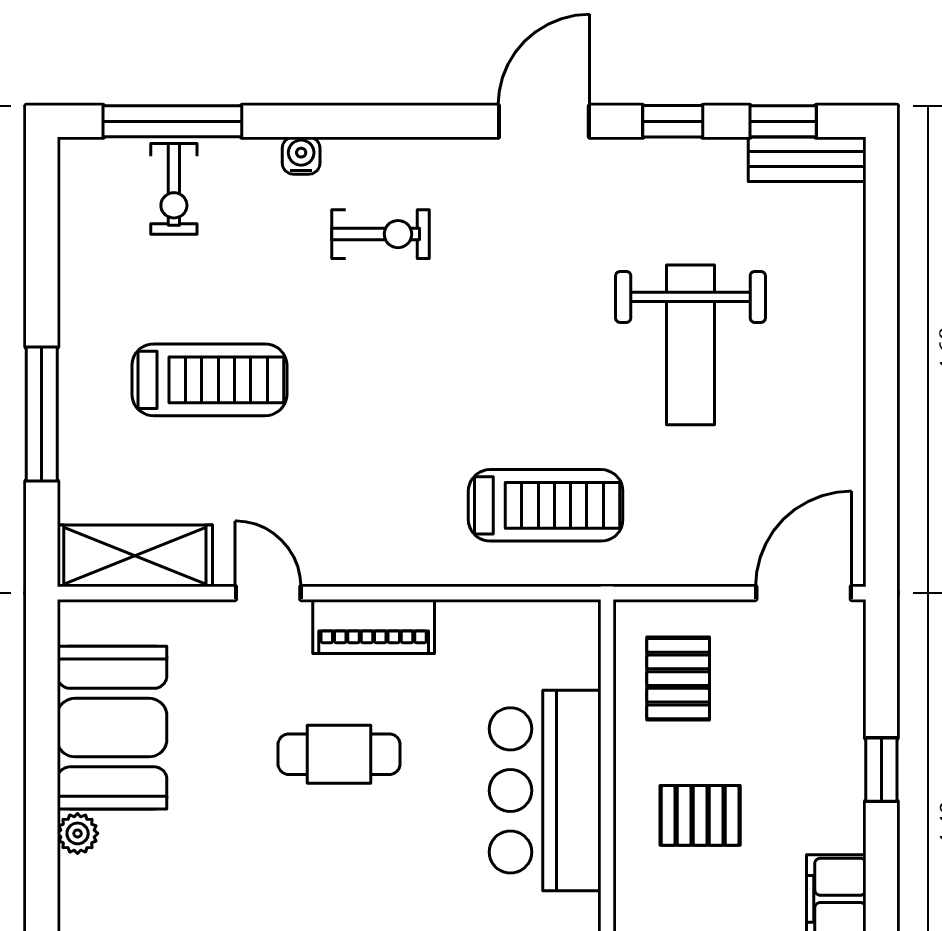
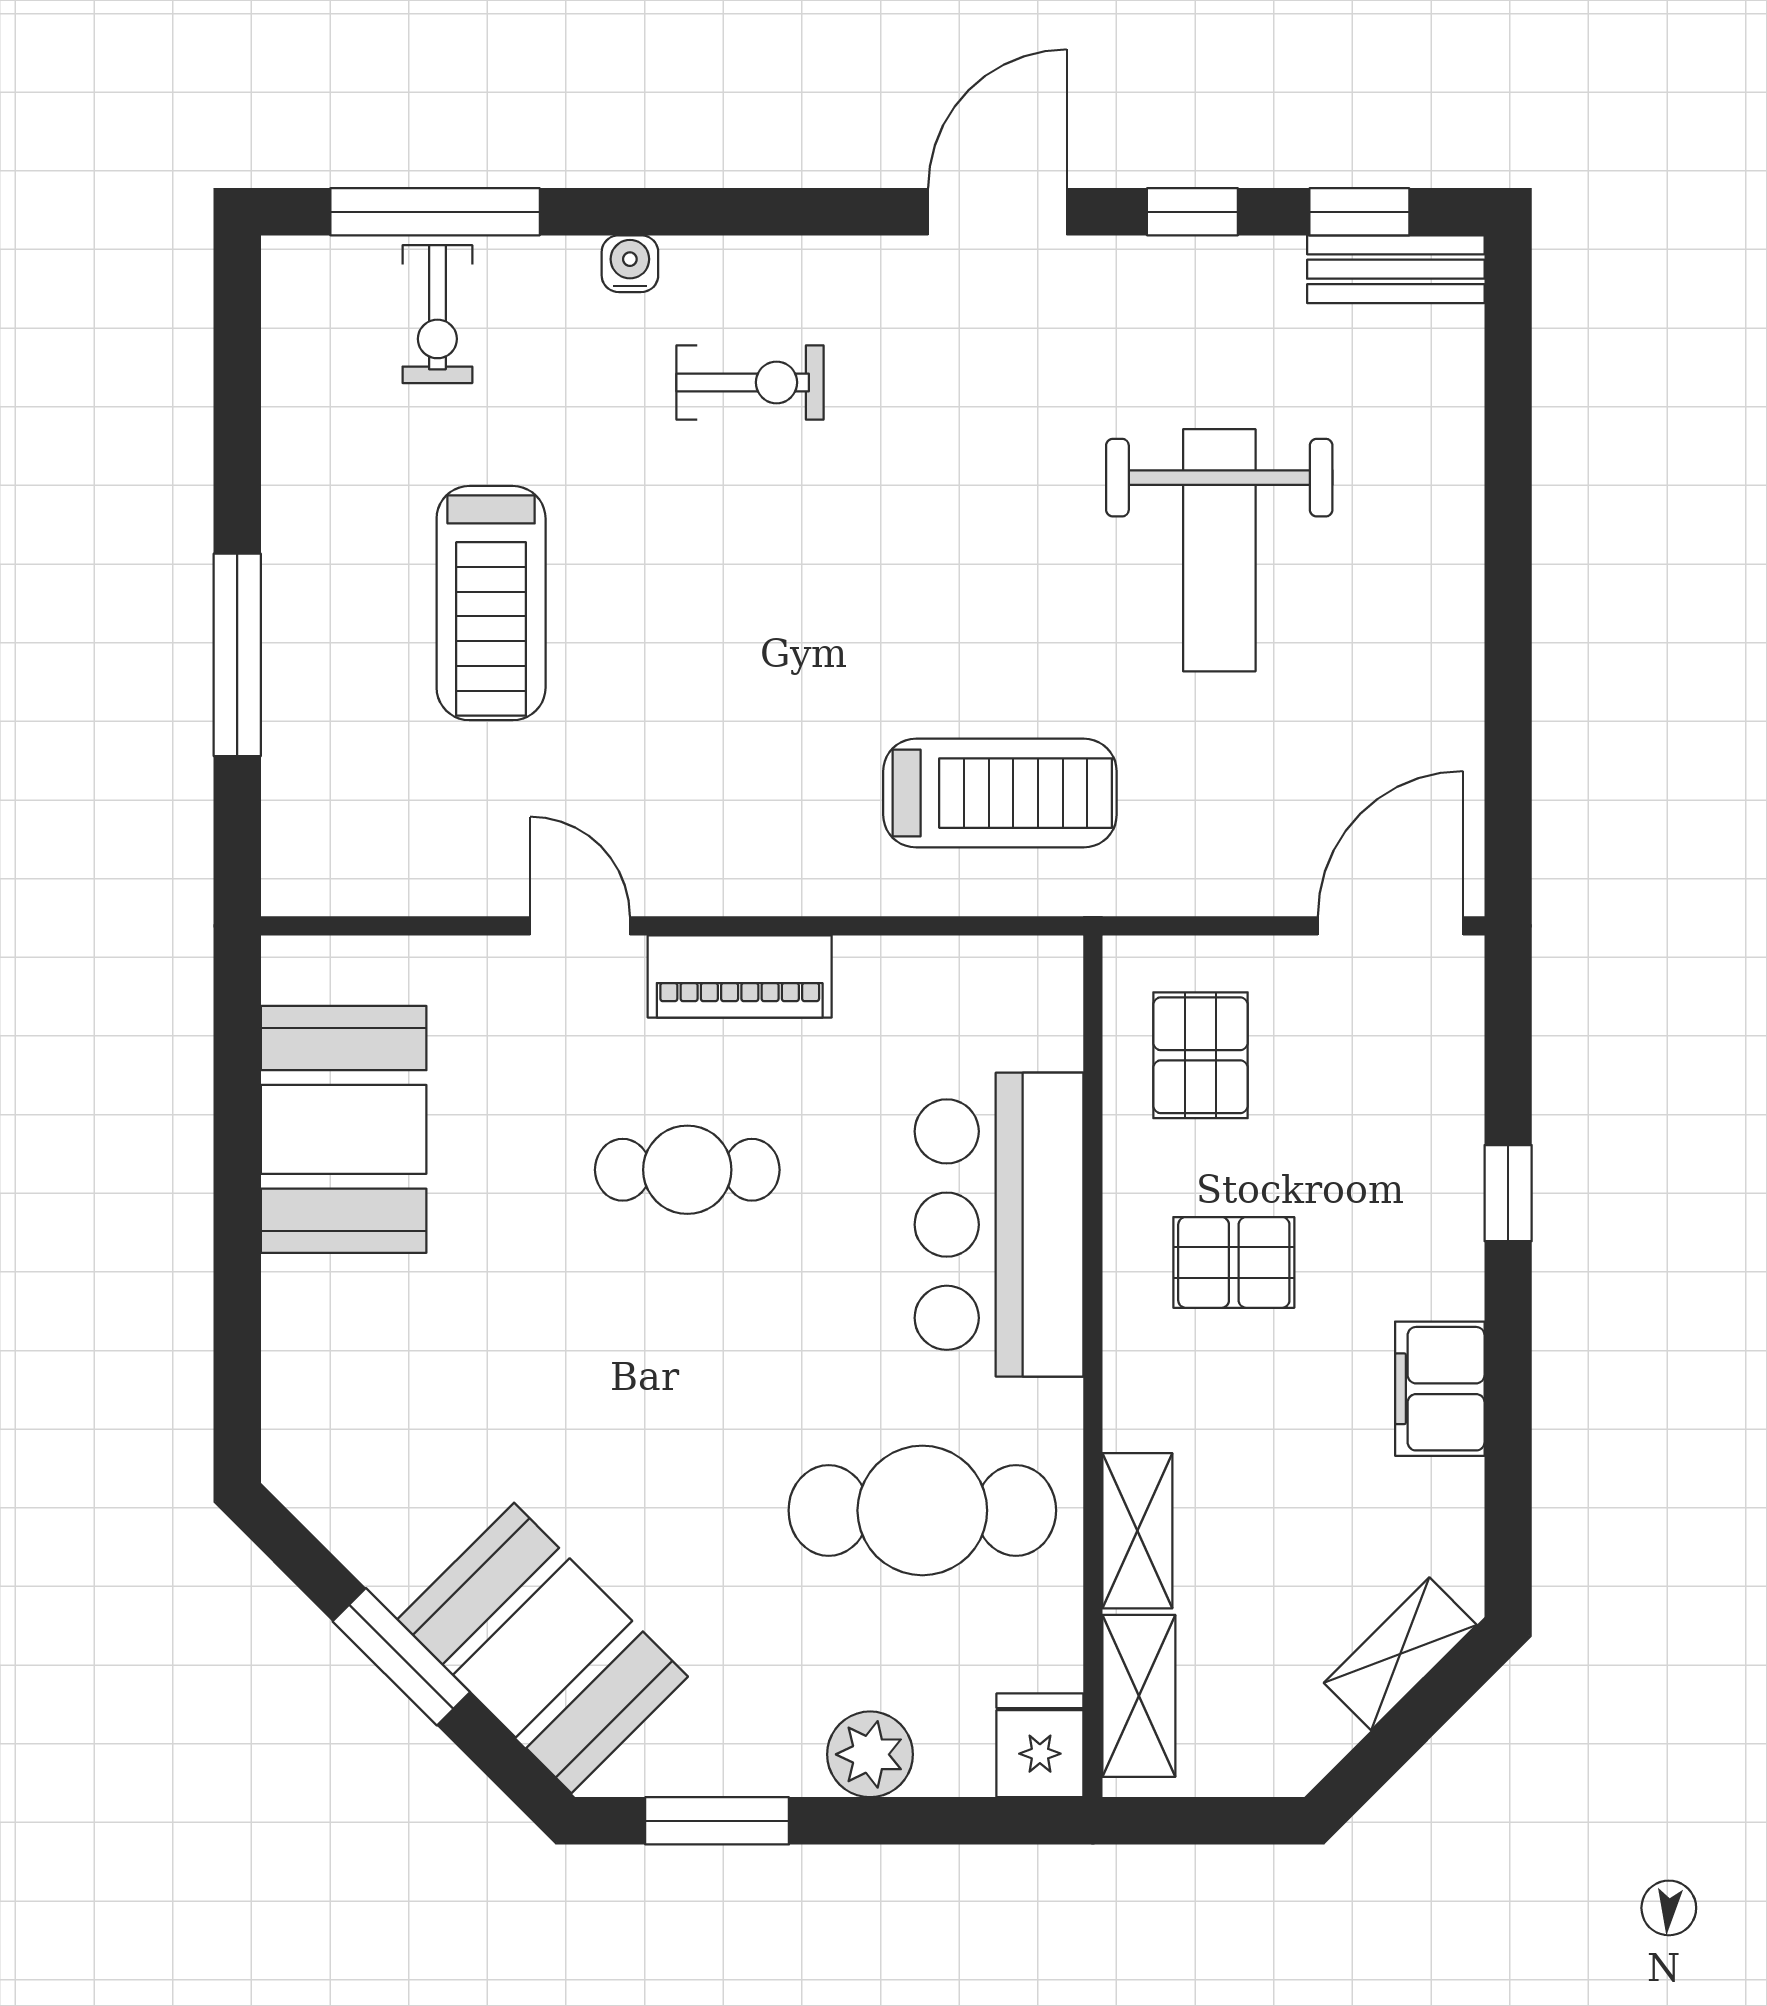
treadmill: (209, 380) -> (491, 603), turned 90
shelving: (135, 556) -> (378, 869), removed
plant: (78, 833) -> (291, 1290), removed

